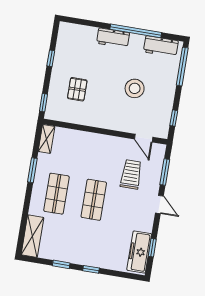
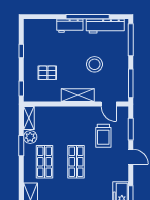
workbench: (161, 46) -> (105, 26), width x1.38
pallet: (77, 89) -> (47, 73), turned 90
window: (174, 118) -> (131, 83), width x2.17
shelving: (109, 122) -> (78, 95), added
plant: (44, 162) -> (30, 137), added
trolley: (131, 174) -> (103, 136), turned 180

